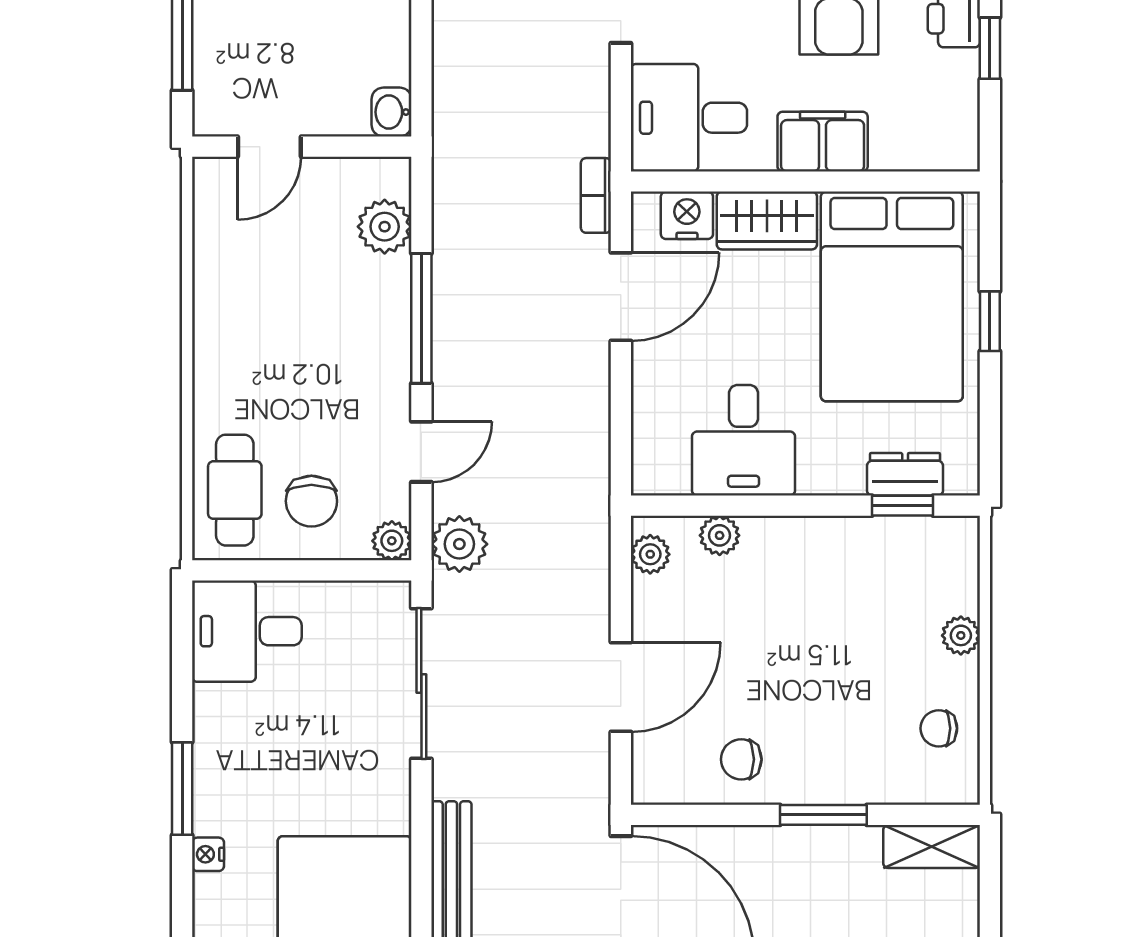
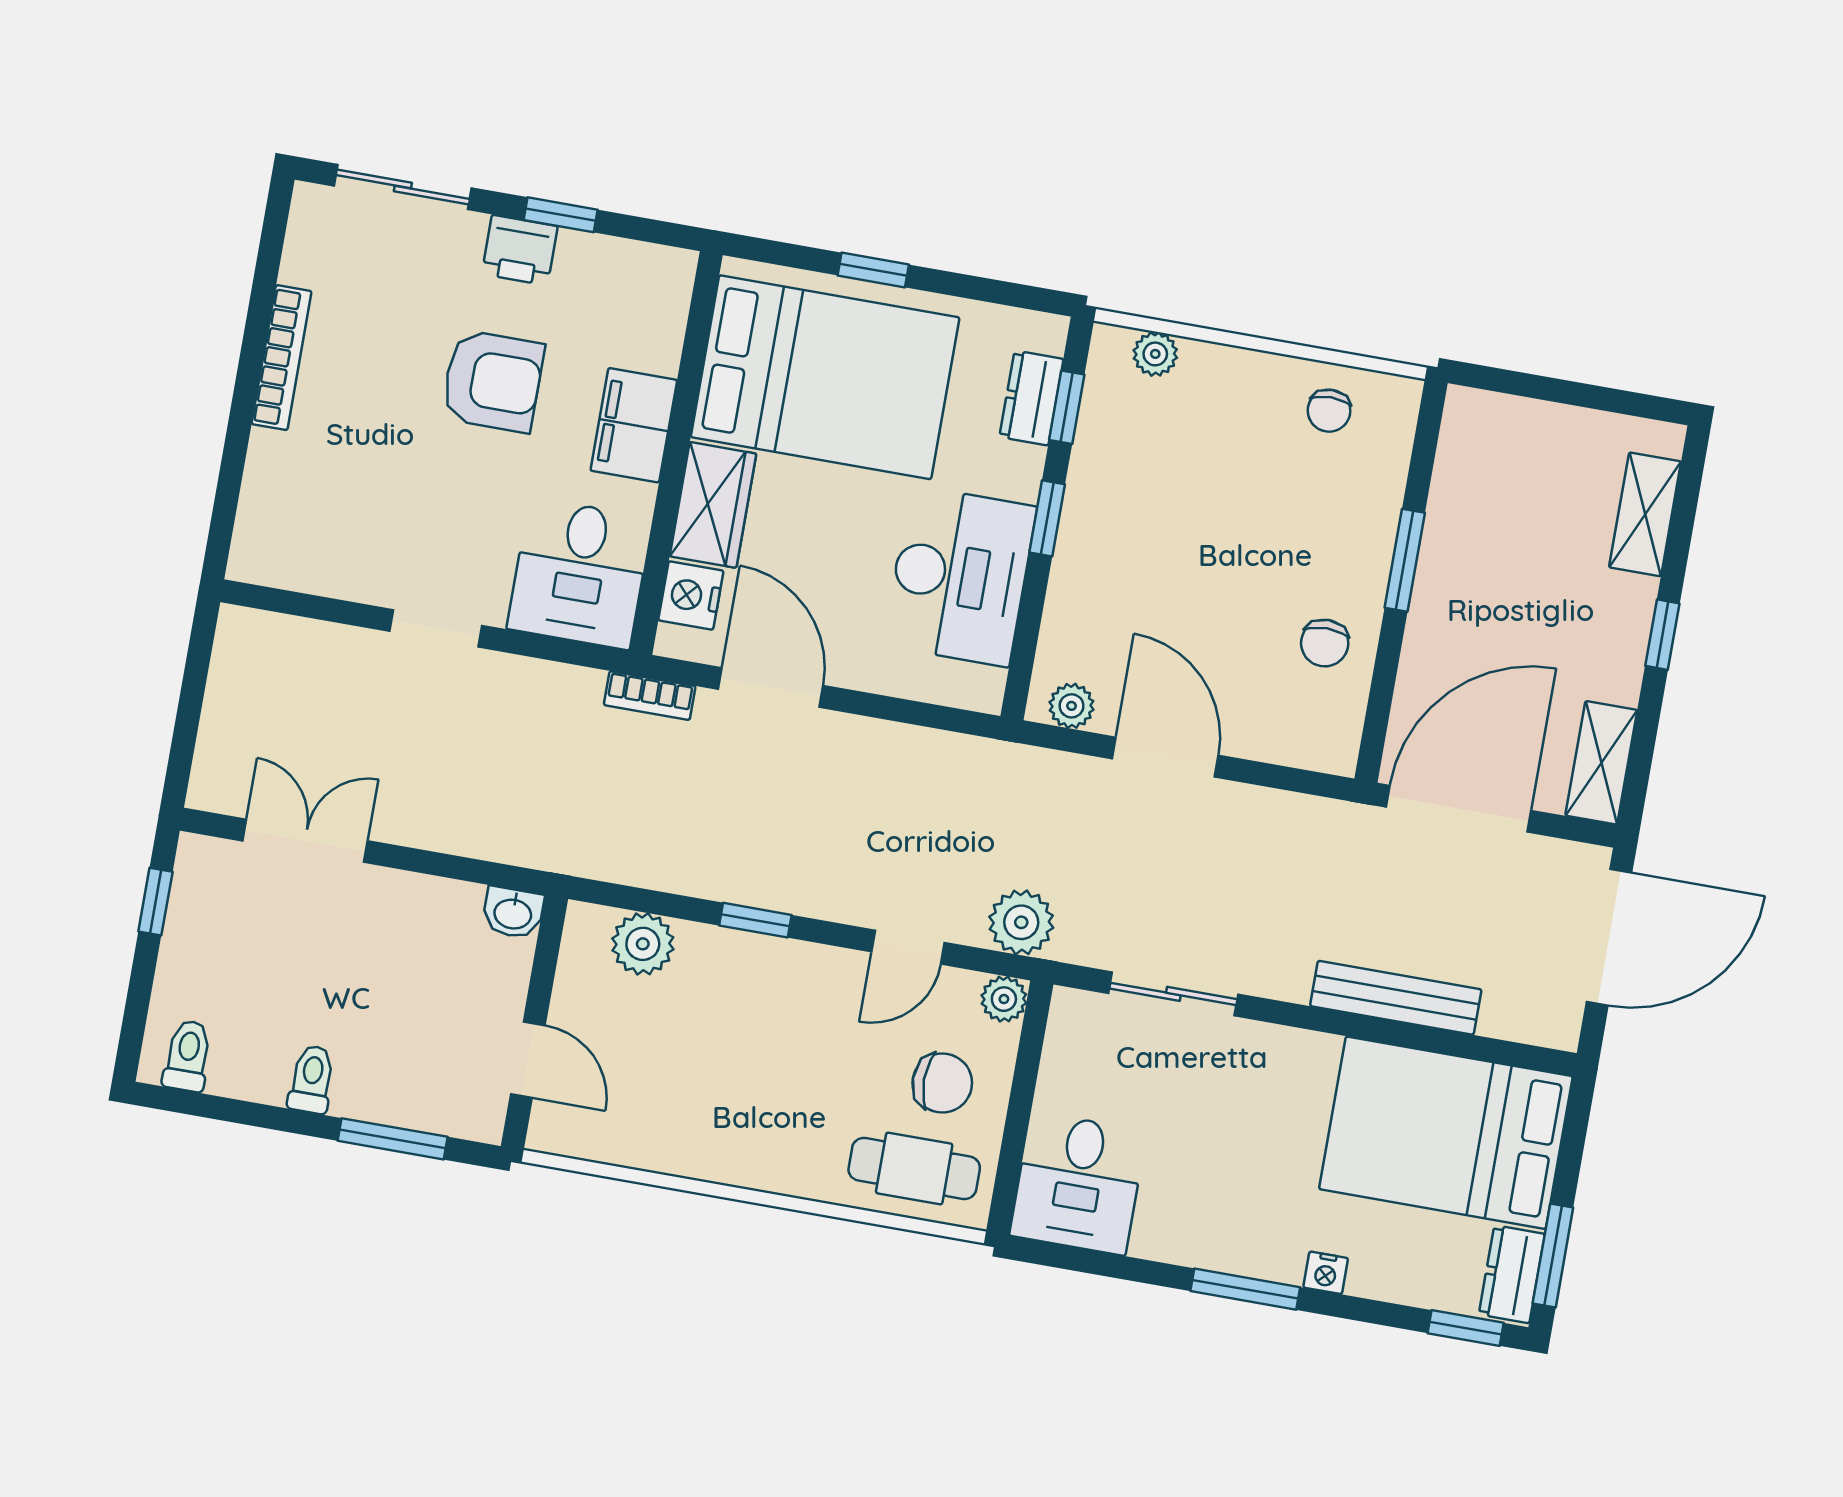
window: (421, 318) -> (755, 920), width x0.46
desk: (744, 440) -> (960, 576), width x1.37
door: (421, 452) -> (908, 947), swing flipped
window: (805, 506) -> (1047, 518), added
plant: (720, 535) -> (1064, 623), removed
plant: (961, 635) -> (1155, 354), moved
sliding door: (421, 684) -> (1173, 994), width x0.73
door: (621, 687) -> (1165, 757), moved
shelving: (932, 846) -> (1463, 443), removed

